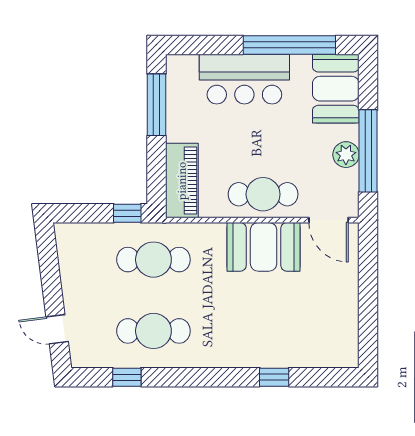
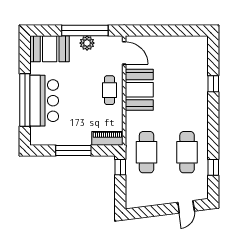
window: (289, 45) -> (25, 100), moved
window: (156, 105) -> (73, 151), moved
piano: (182, 181) -> (107, 138), width x0.73, depth x0.75
cafe table: (263, 194) -> (110, 90), width x0.73, depth x0.74
door: (329, 220) -> (124, 53), hinge flipped

